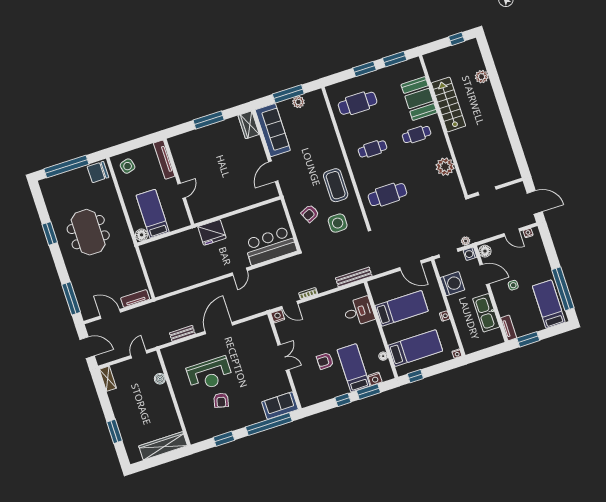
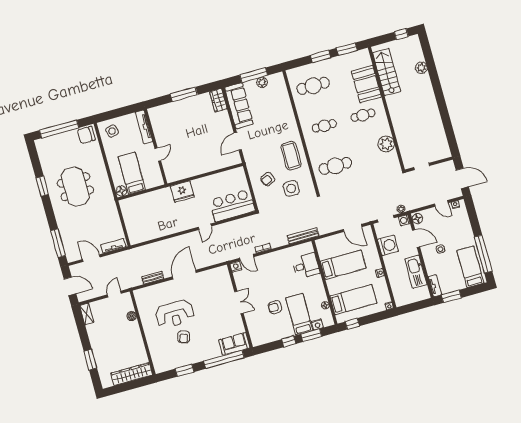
stairs: (448, 104) -> (387, 72), moved

